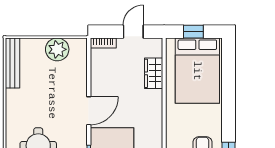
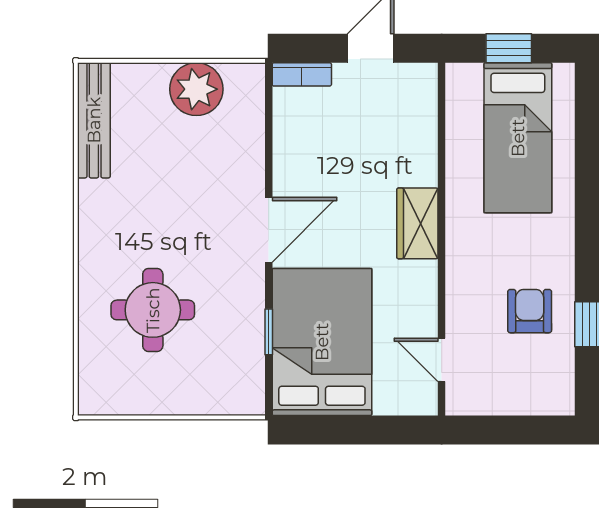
bed: (197, 71) -> (518, 138), width x0.67
wardrobe: (154, 73) -> (417, 223), moved

